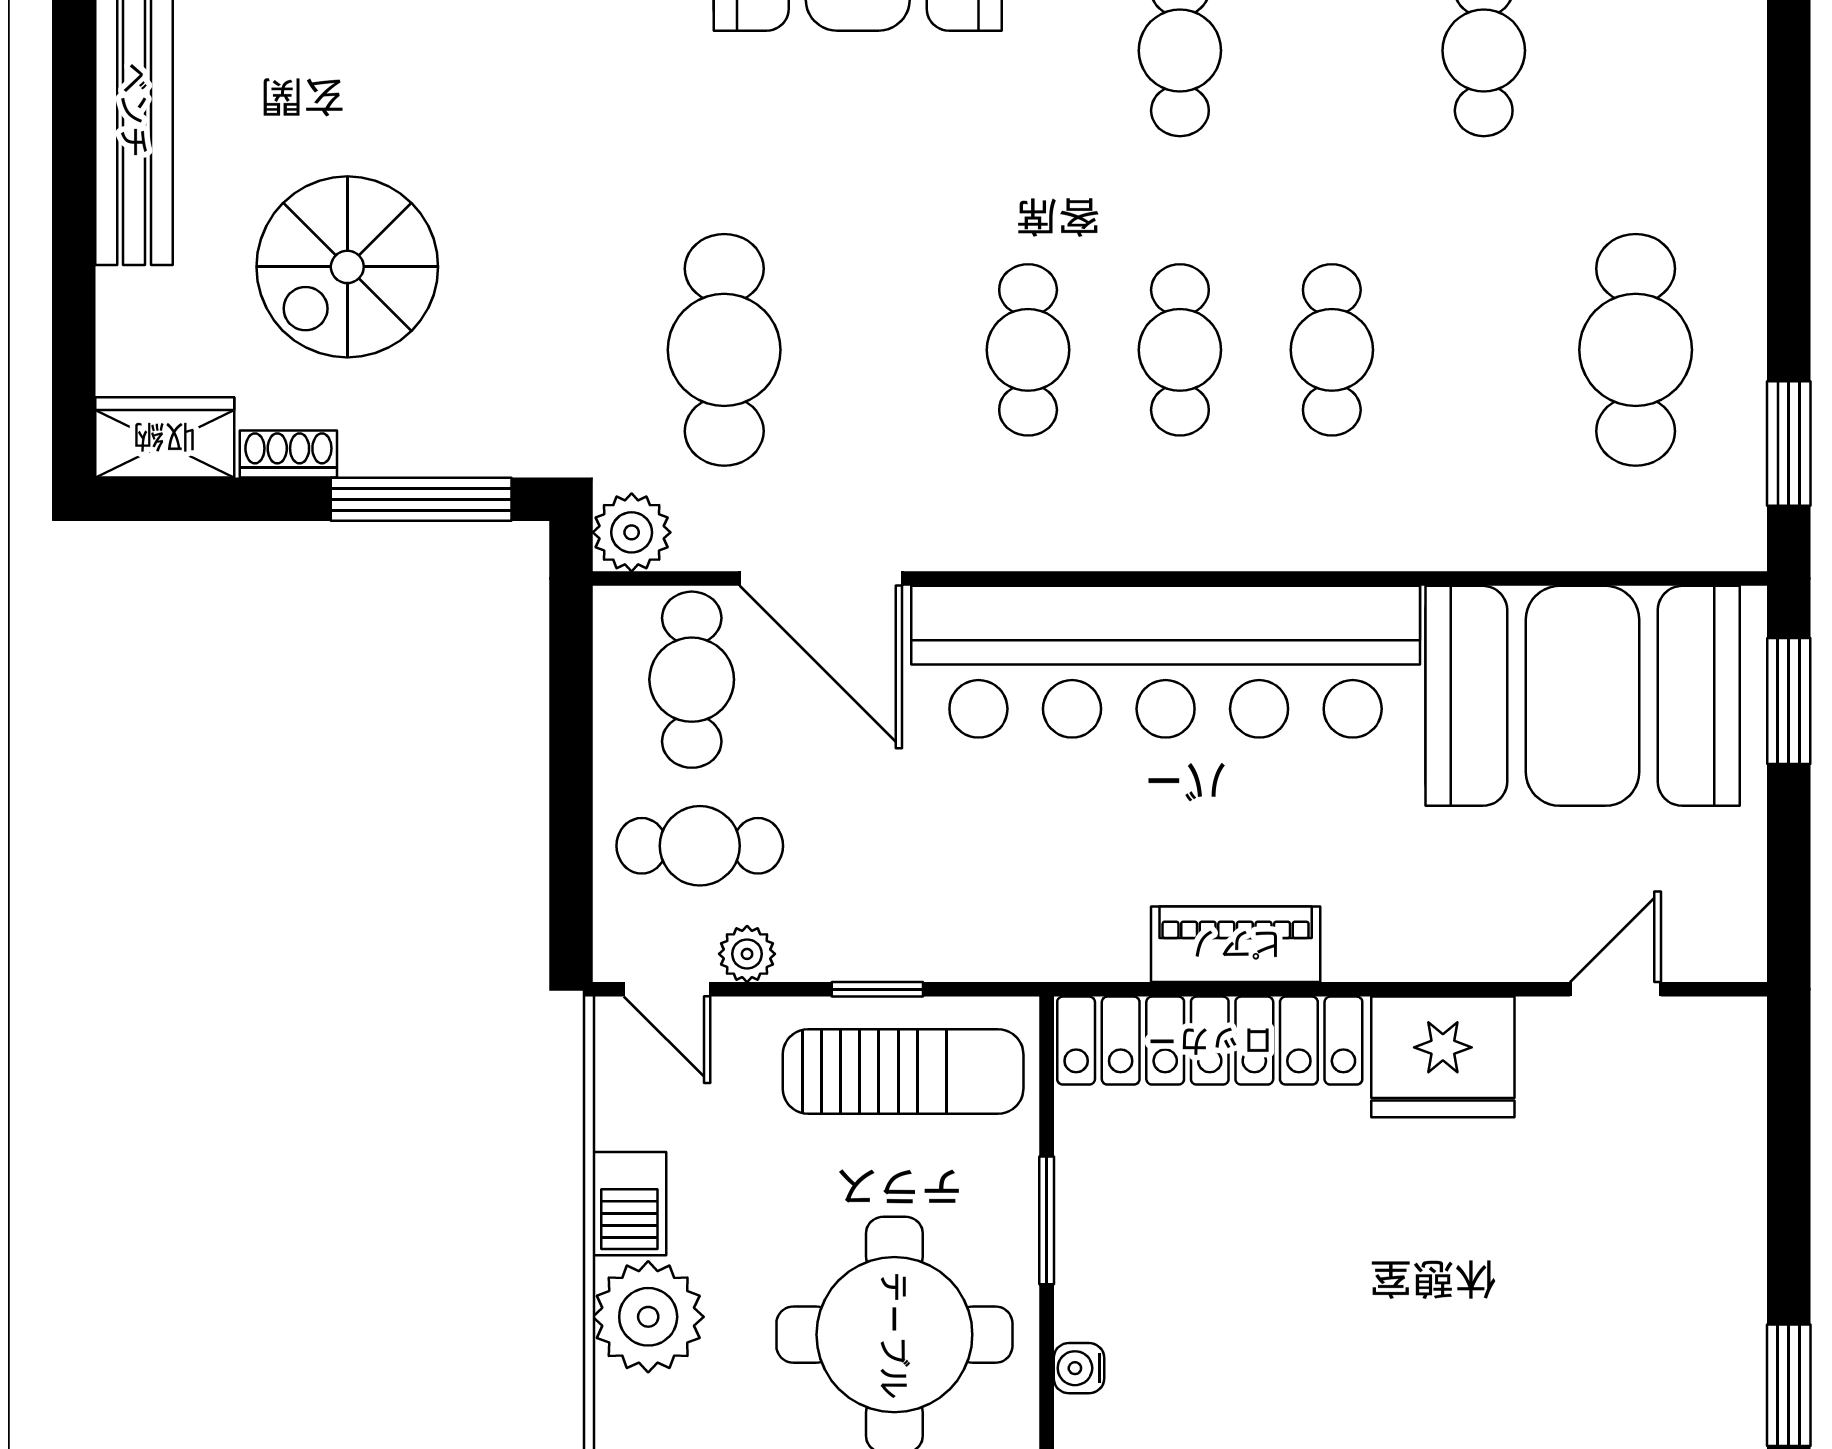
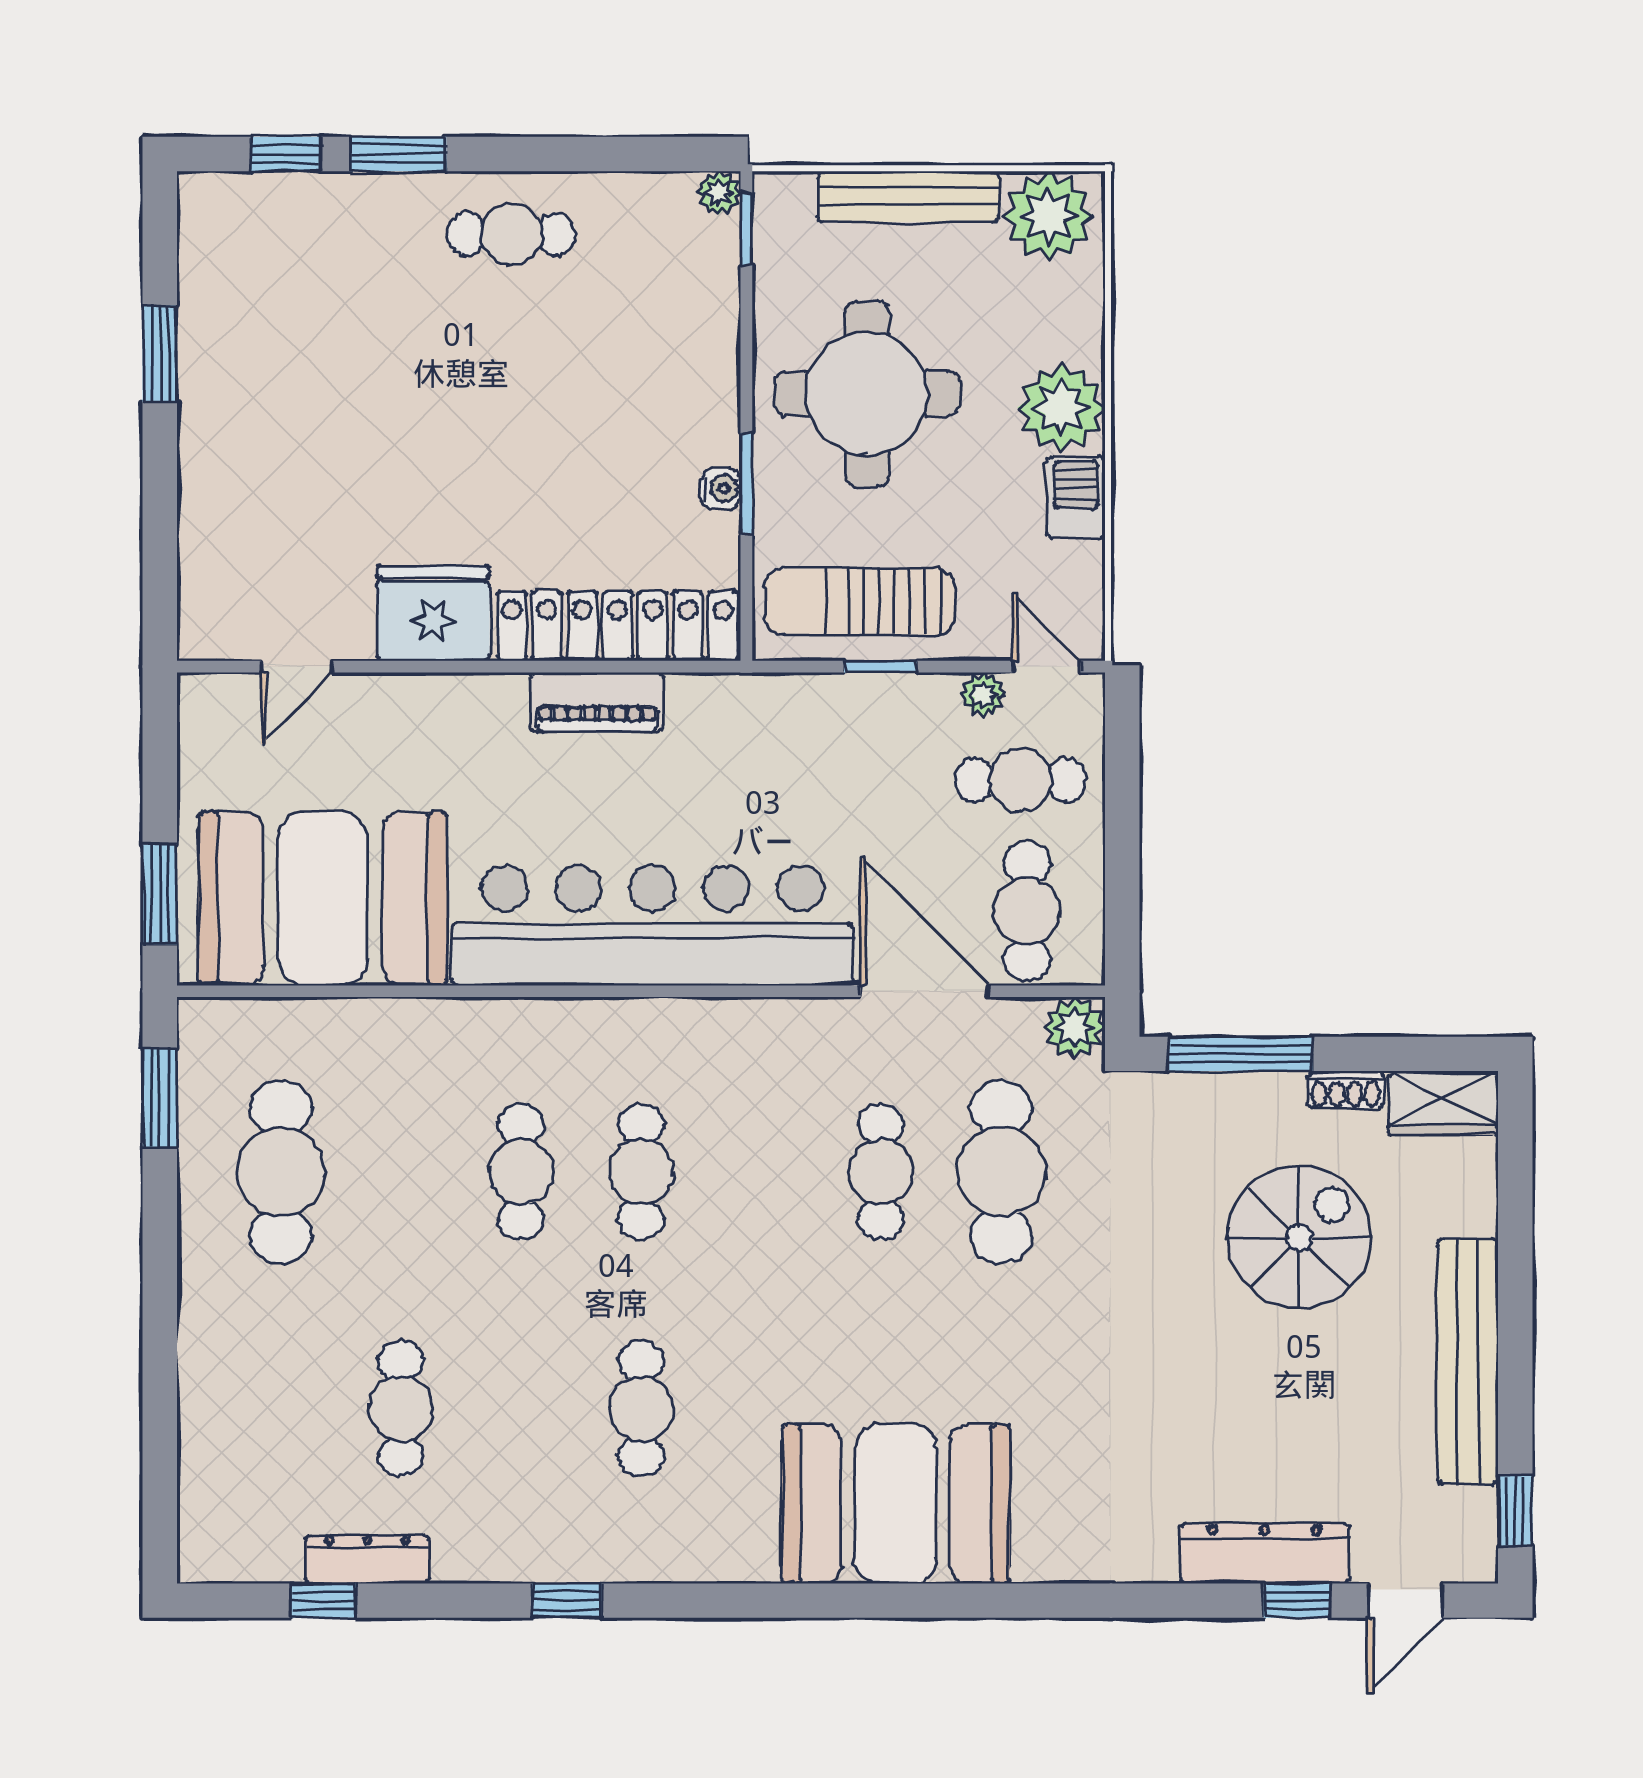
cafe table: (1028, 350) -> (881, 1172), moved
water cooler: (1079, 1368) -> (721, 488), moved

